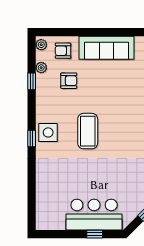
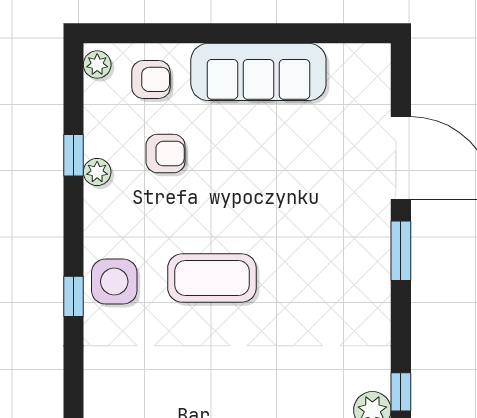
armchair: (63, 51) -> (151, 79), turned 180
plant: (41, 68) -> (97, 172), moved
coffee table: (88, 131) -> (212, 278), turned 90

